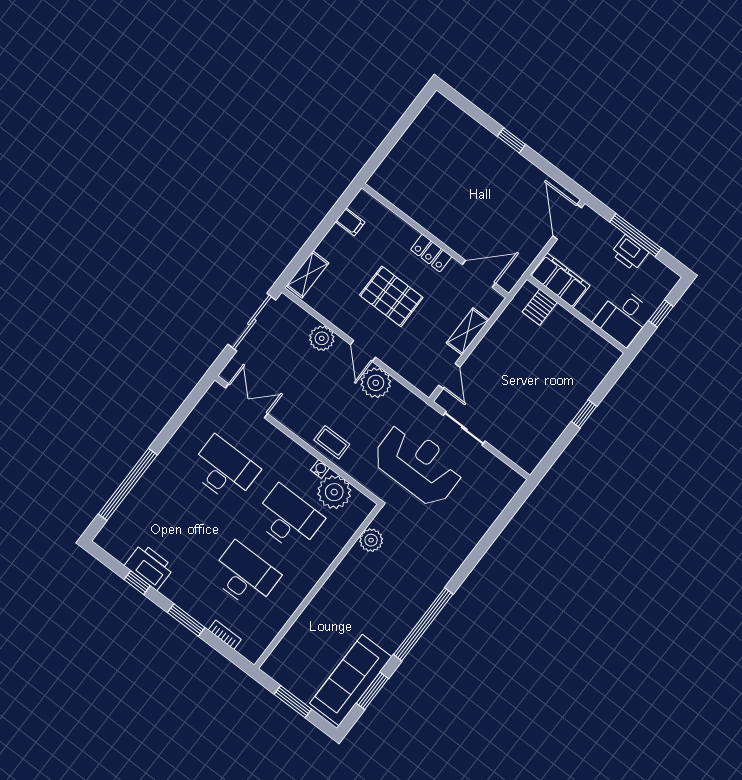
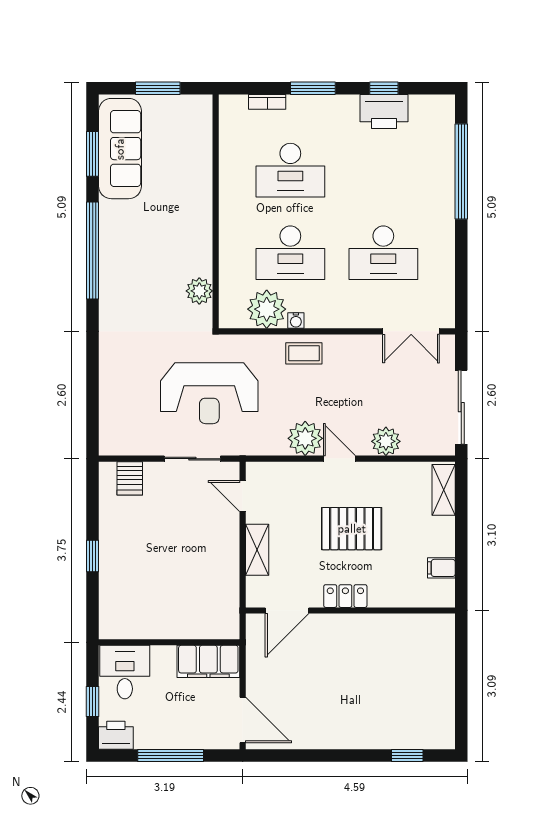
window: (511, 140) -> (407, 756), moved
printer: (630, 253) -> (116, 735), moved
server rack: (540, 307) -> (130, 478), moved, turned 180

